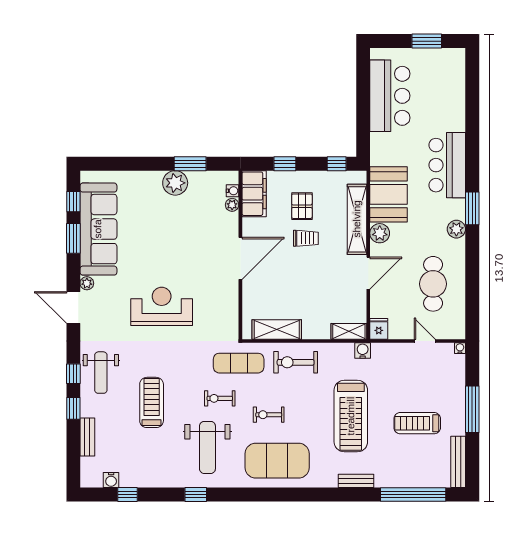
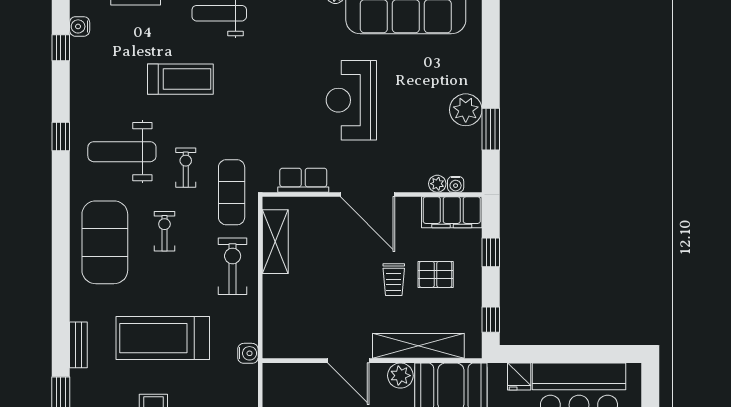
reception desk: (162, 306) -> (351, 100), moved, turned 180
row of seats: (229, 308) -> (303, 180), added
fridge: (379, 329) -> (519, 377), moved, turned 90
shelving: (349, 331) -> (273, 336), removed

